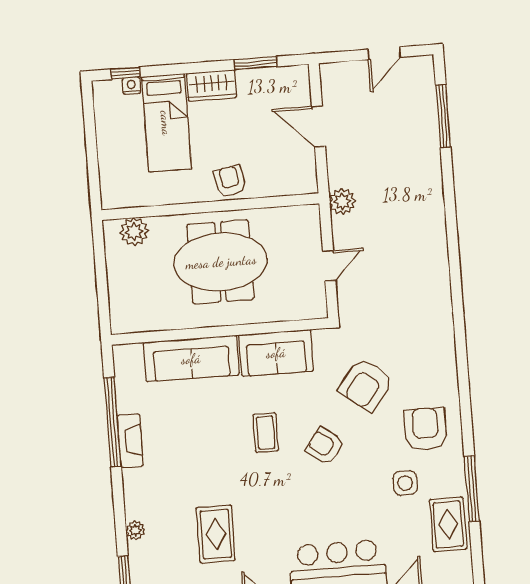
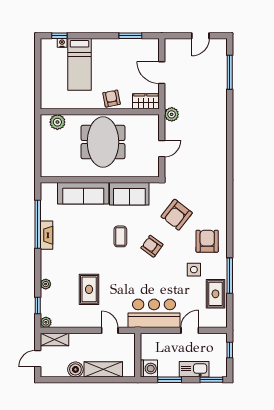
wardrobe: (211, 86) -> (146, 101), moved, turned 180
meeting table: (221, 262) -> (103, 142), turned 90

